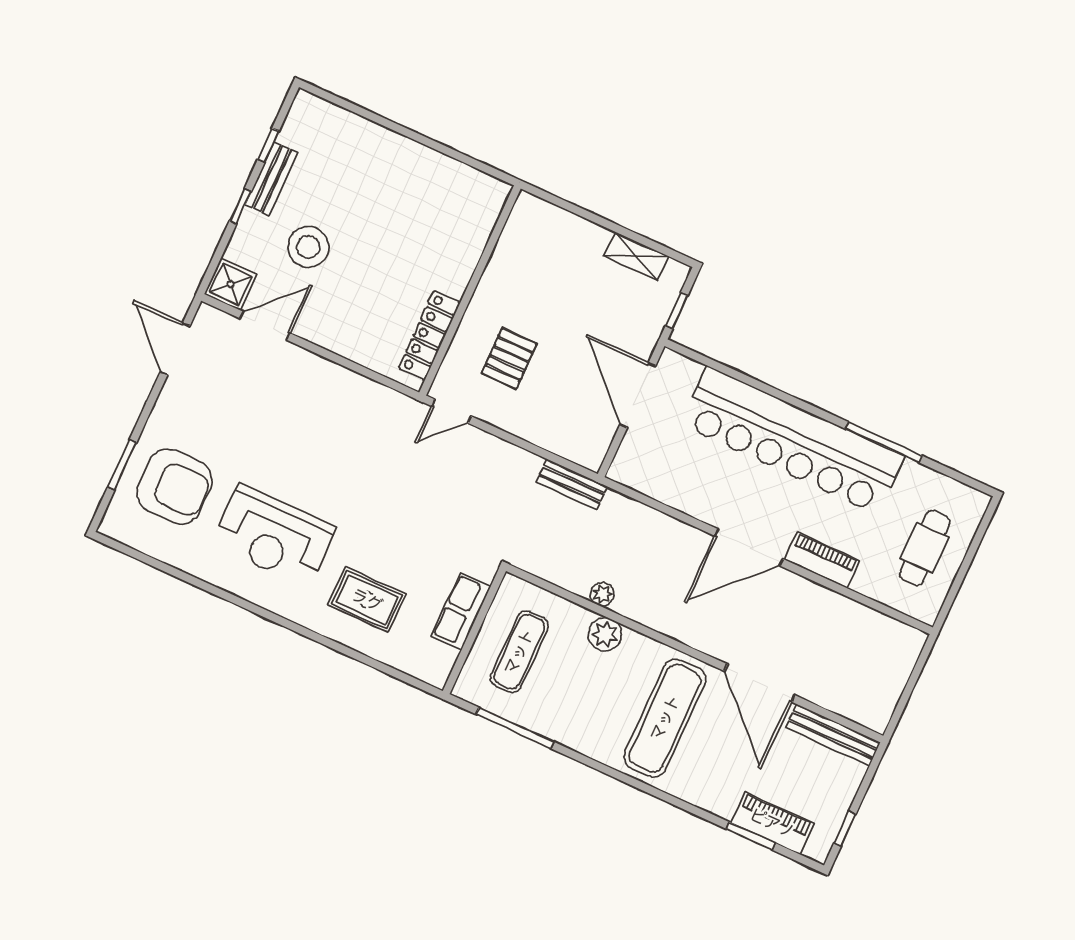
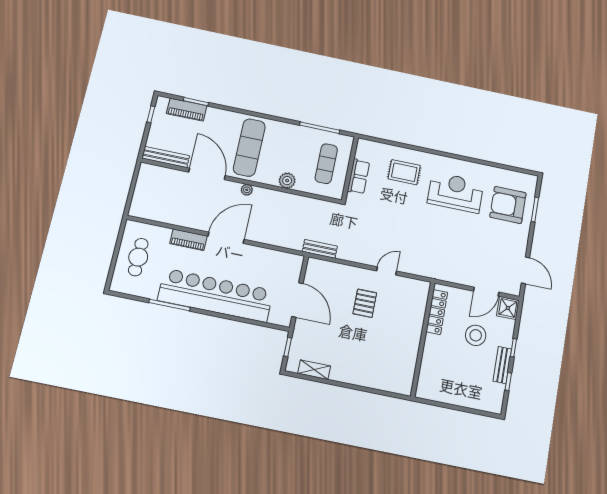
wall: (470, 291) -> (423, 339), moved
locker: (429, 335) -> (437, 312), moved
plant: (602, 594) -> (247, 190), moved

